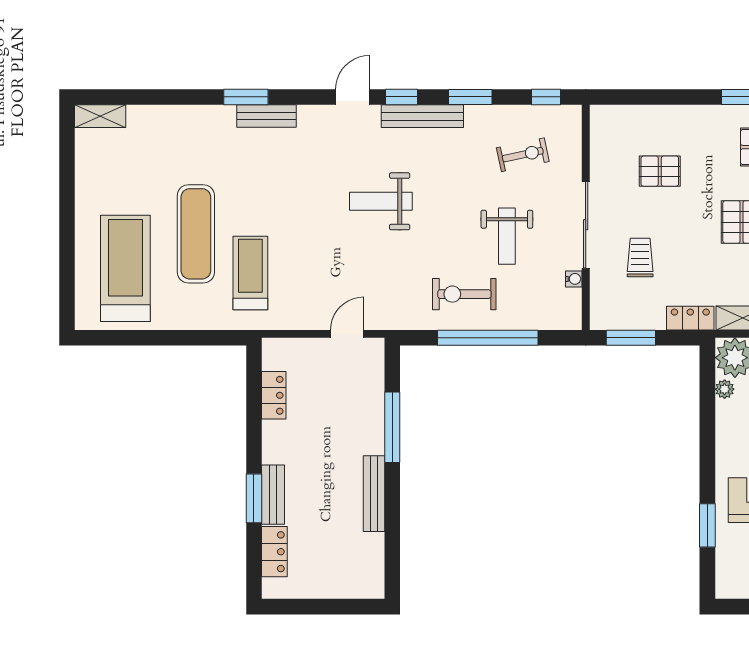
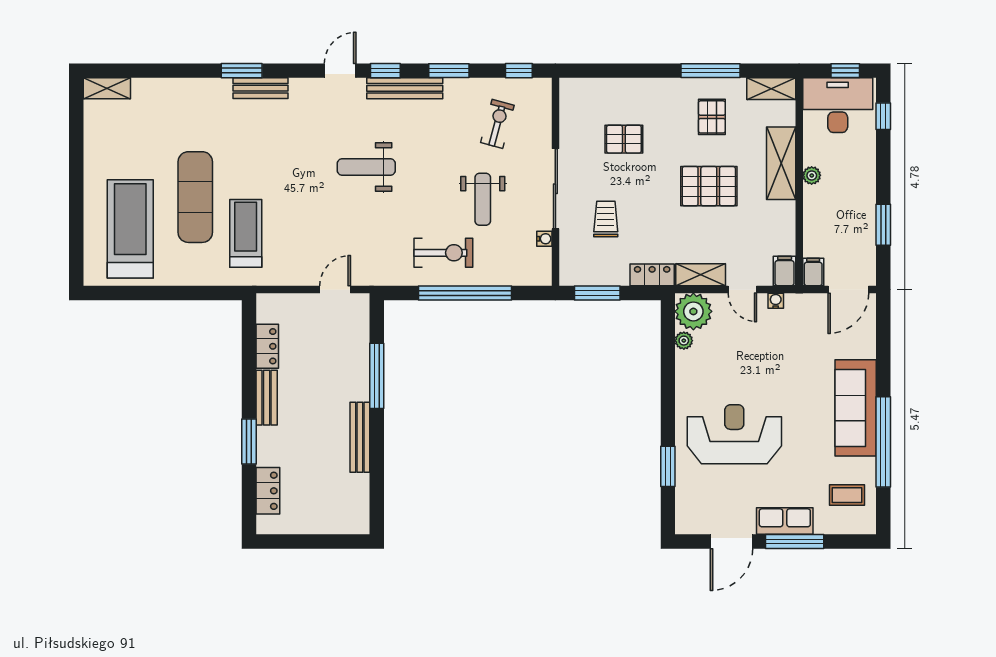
exercise bike: (523, 155) -> (497, 124), turned -63
exercise bike: (464, 294) -> (443, 253), turned 180
bench: (273, 495) -> (267, 398), moved

